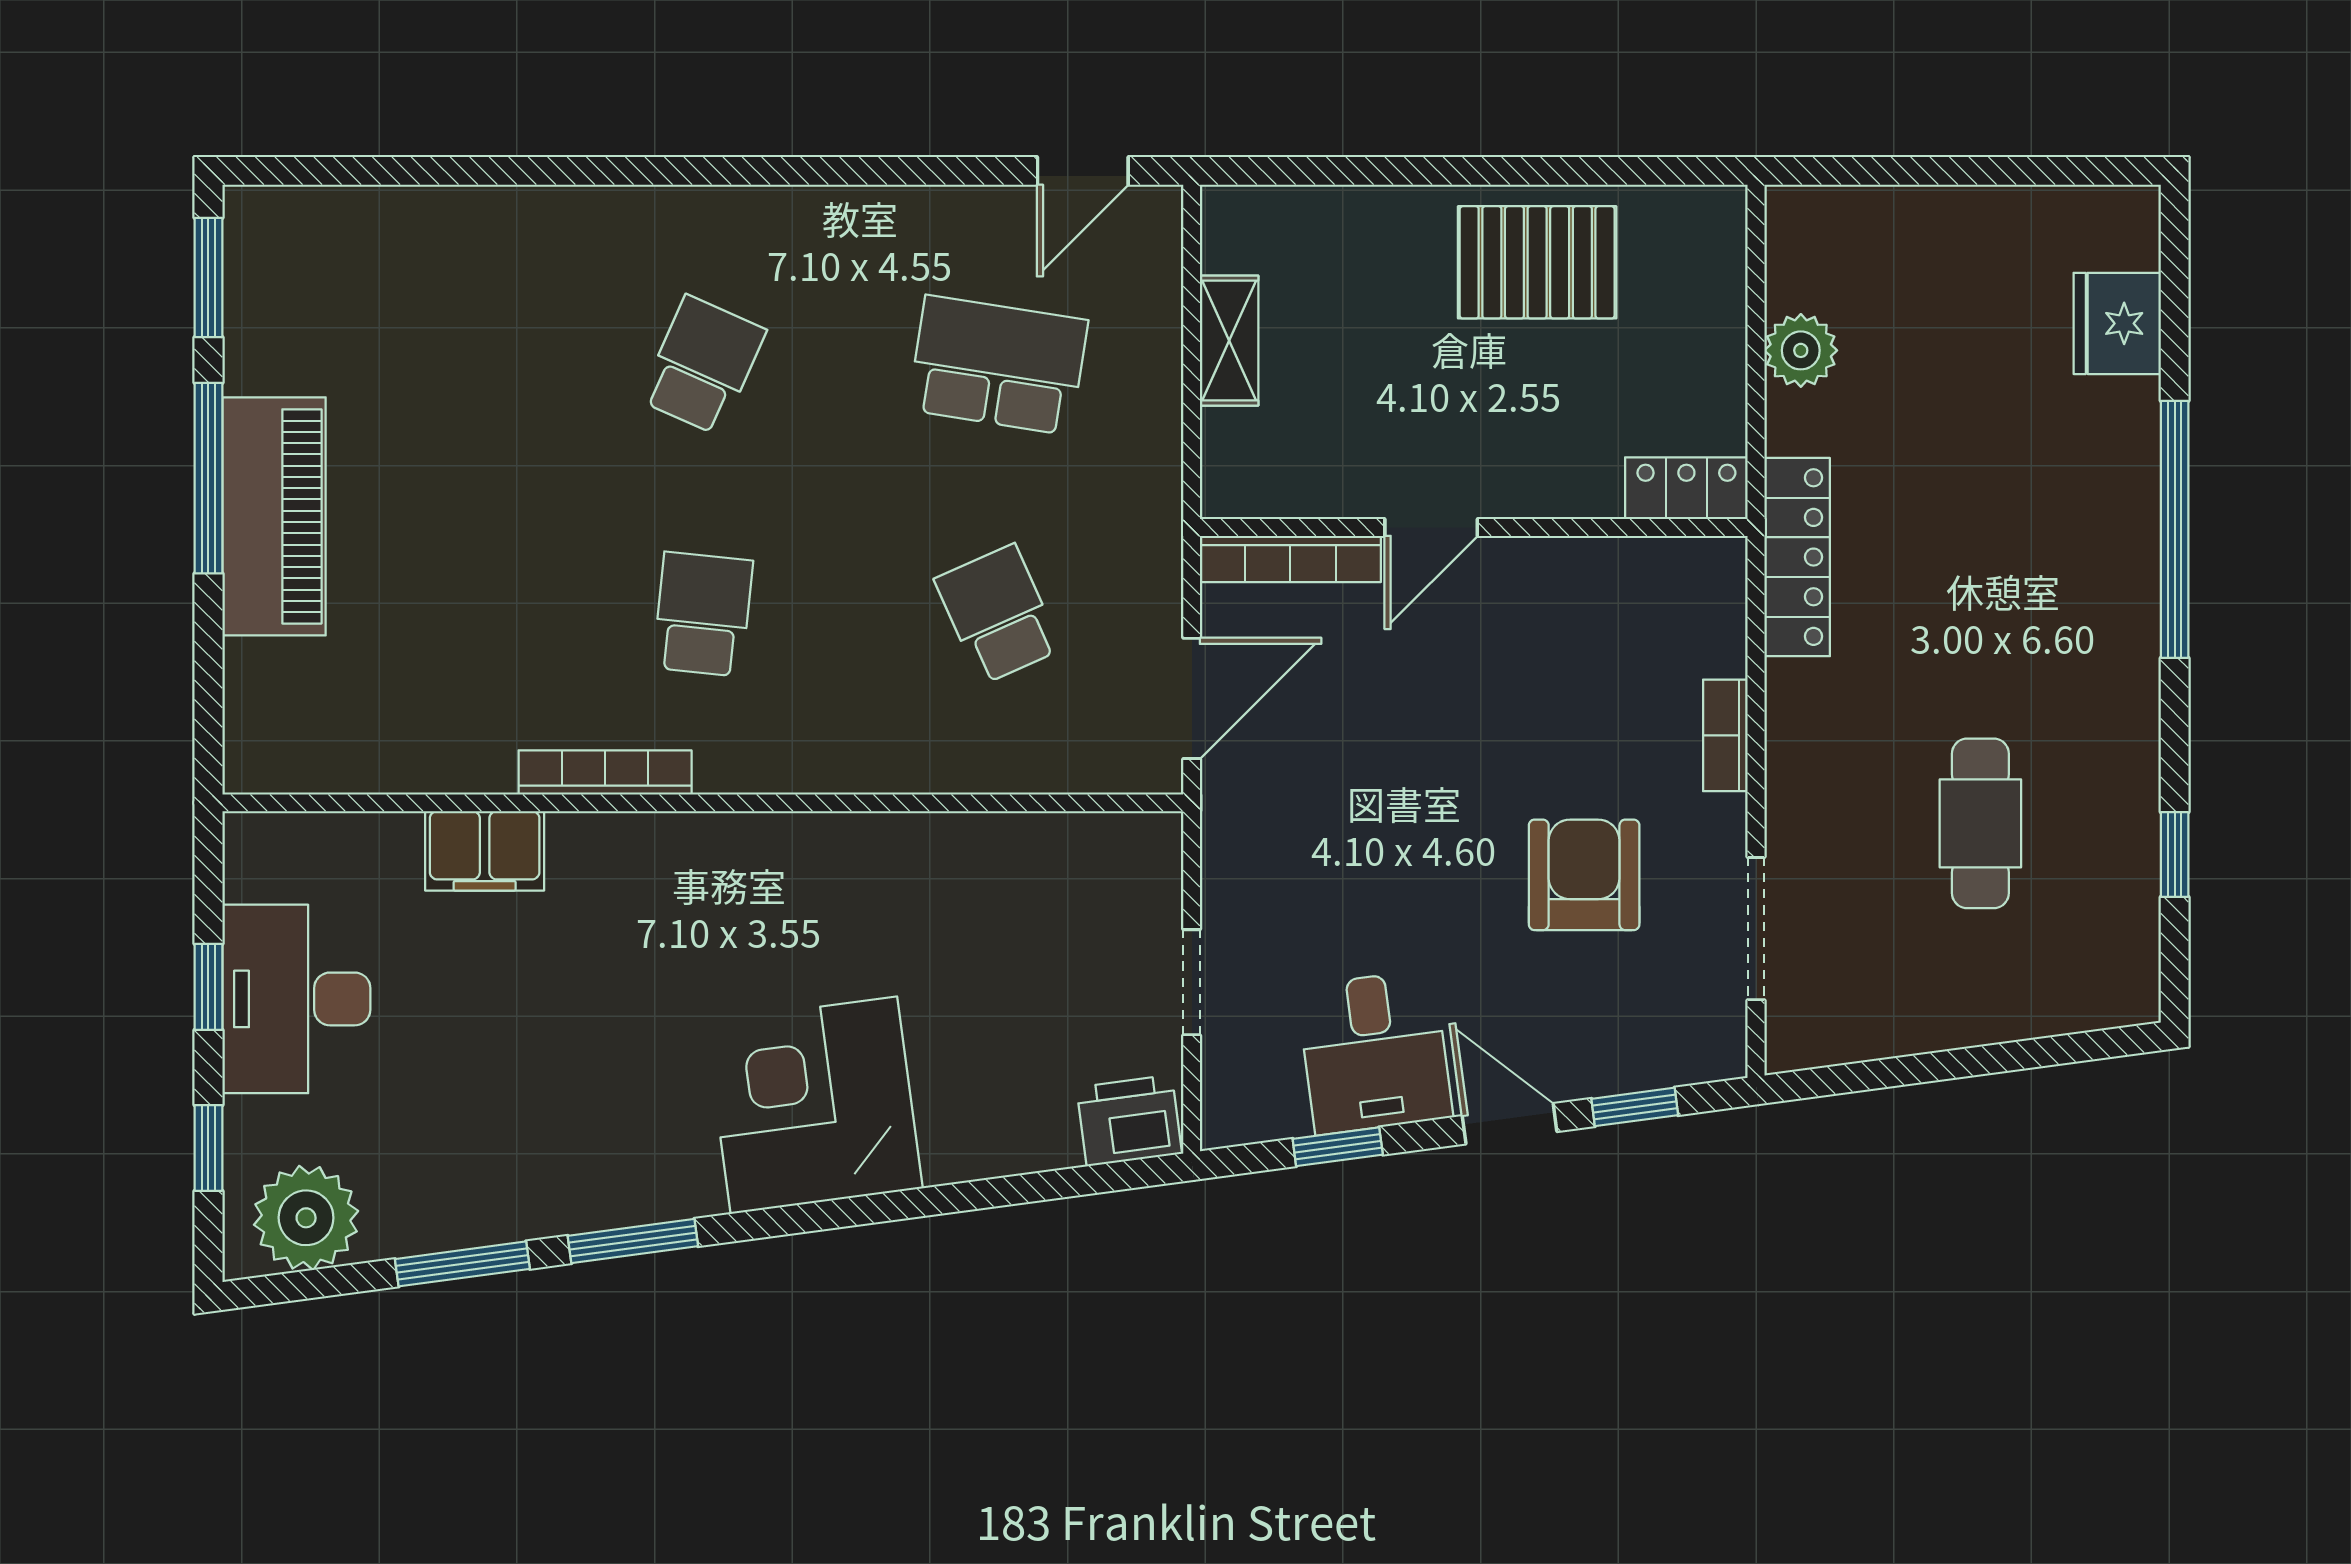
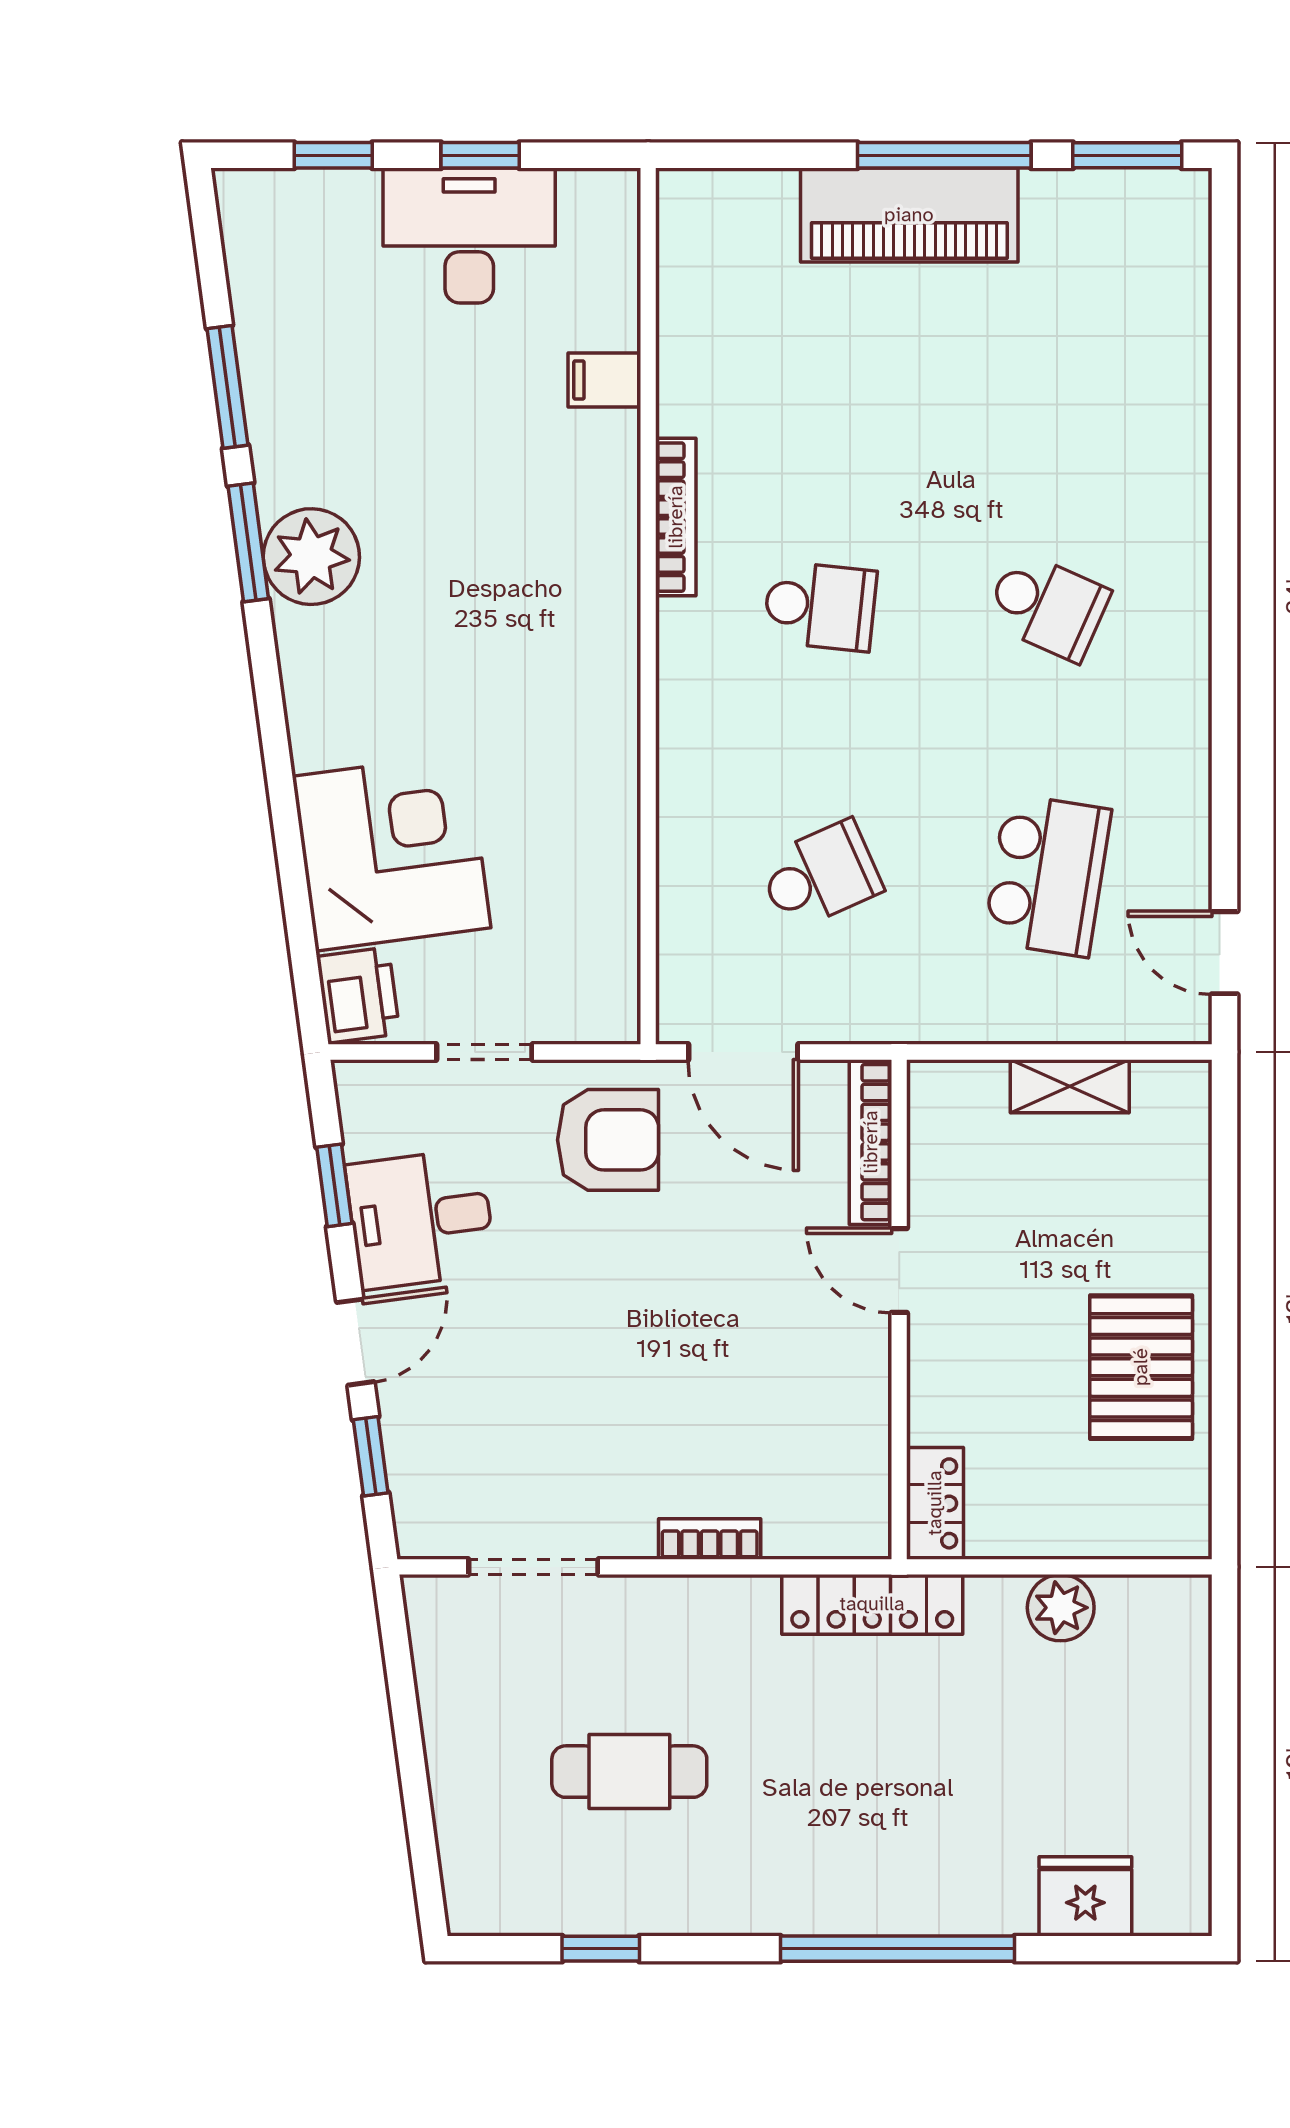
filing cabinet: (485, 851) -> (604, 380), width x0.50
armchair: (1584, 875) -> (608, 1140), moved
corner desk: (814, 1105) -> (392, 852), moved
plant: (306, 1218) -> (311, 557), moved

